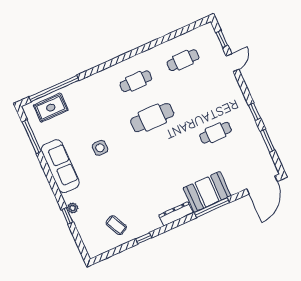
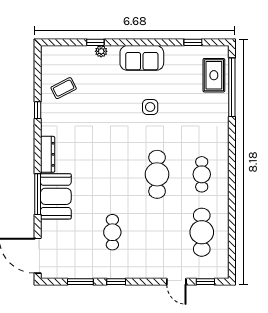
cafe table: (183, 60) -> (202, 232), width x1.37, depth x1.35
window: (32, 137) -> (193, 42), width x0.46
sofa: (60, 166) -> (142, 58), width x0.73

